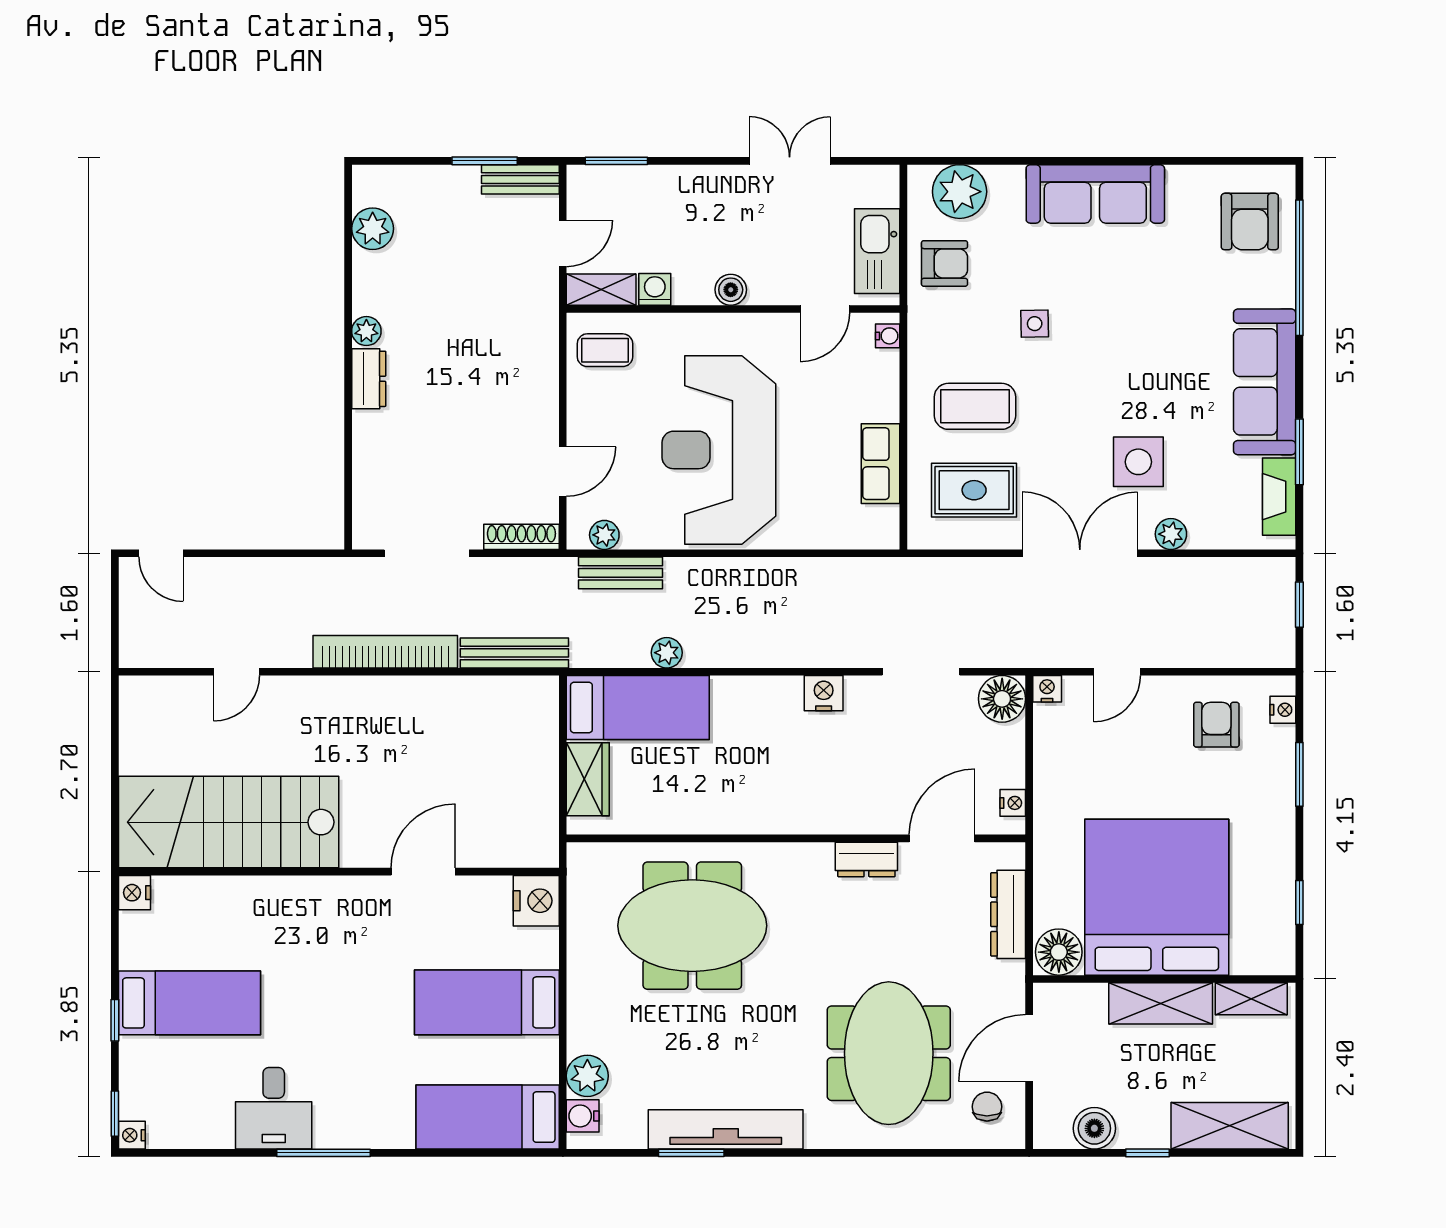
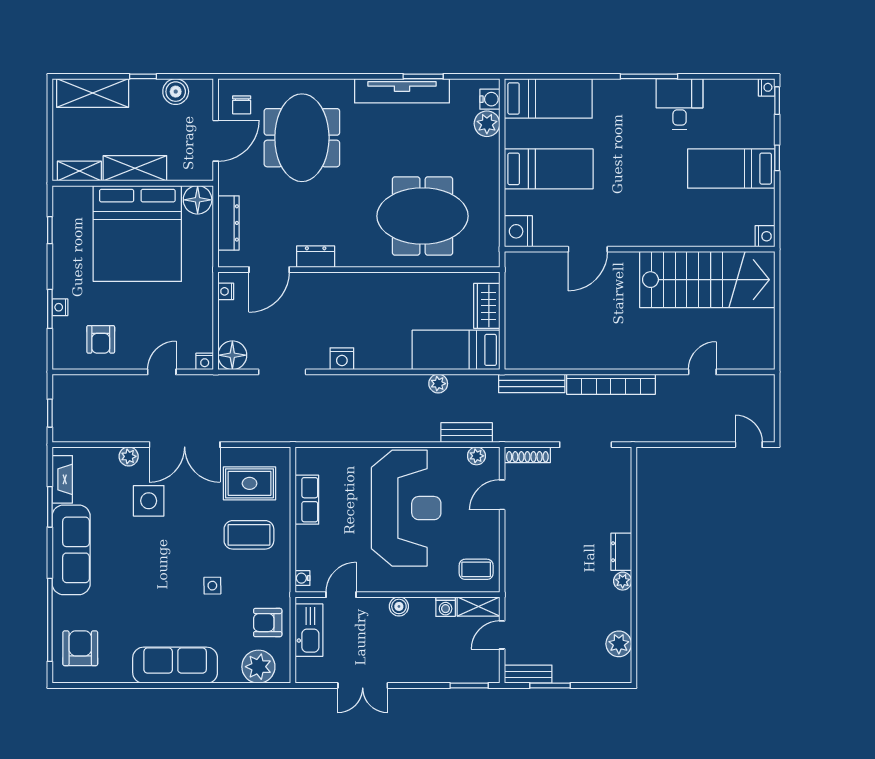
nightstand: (1283, 710) -> (60, 307), moved

